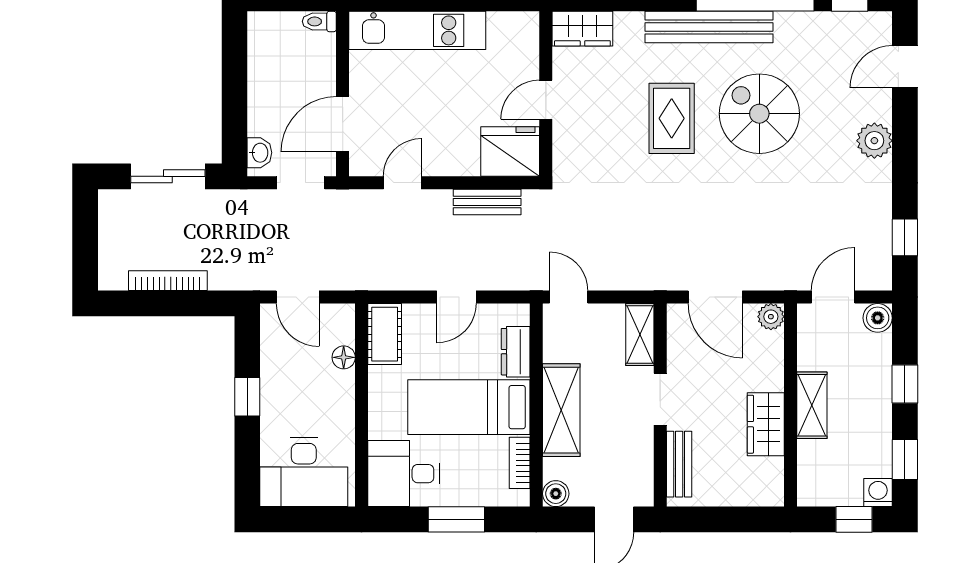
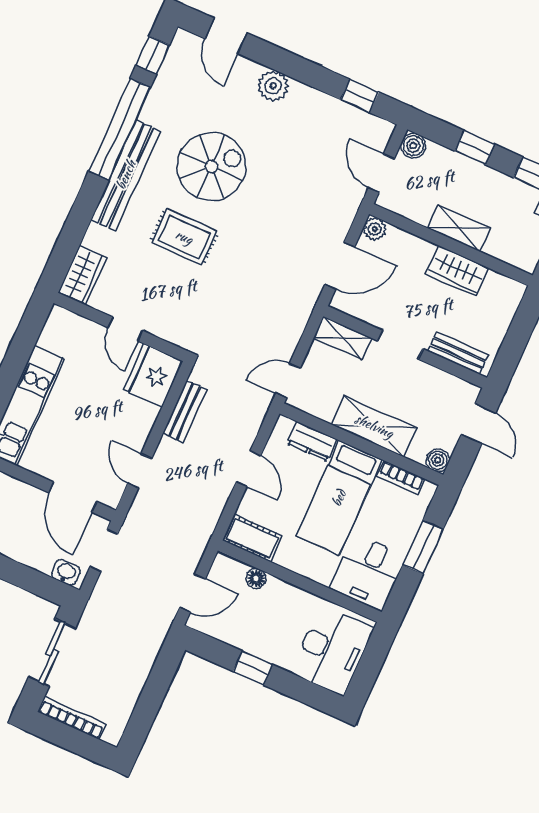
spiral stairs: (759, 114) -> (211, 166), turned 180
bookcase: (168, 281) -> (72, 718), moved, turned 90

